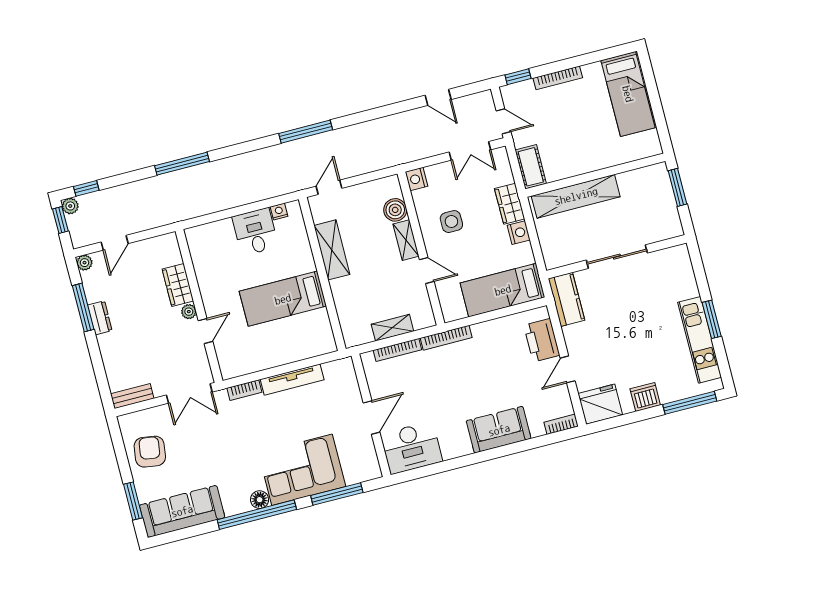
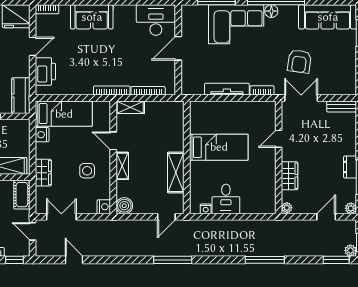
window: (86, 188) -> (336, 260), width x1.50
boiler: (395, 210) -> (124, 206), moved
nightstand: (519, 233) -> (42, 135), moved
plant: (189, 312) -> (287, 208), moved
shelving: (392, 328) -> (130, 107), moved
armchair: (150, 452) -> (299, 61), moved

